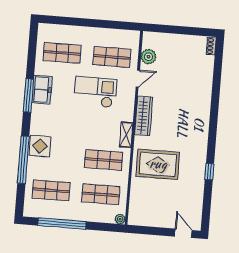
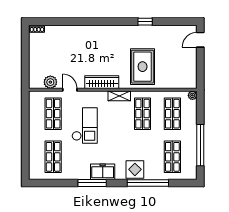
freezer: (42, 90) -> (103, 172), moved
checkout: (95, 92) -> (85, 126), turned 180

